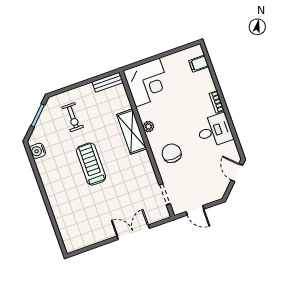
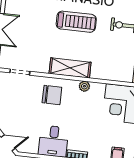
shelving: (132, 132) -> (70, 68), moved

